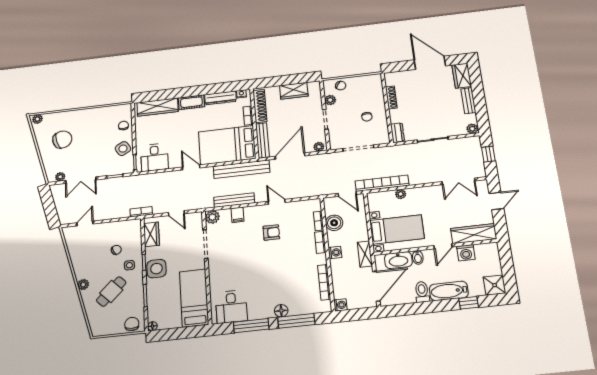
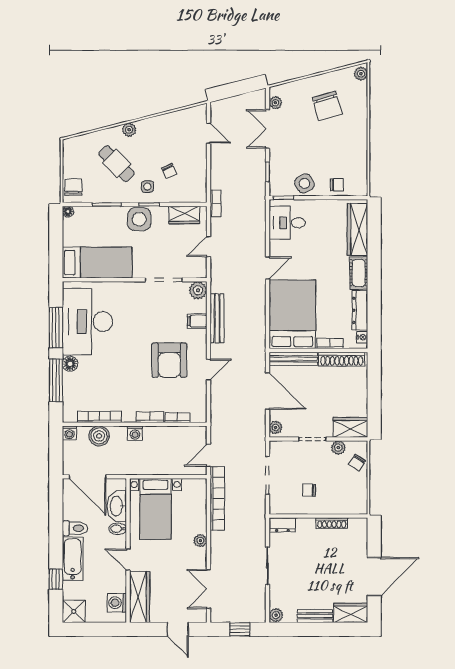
wardrobe: (294, 91) -> (350, 427), moved, turned 90
bench: (241, 169) -> (257, 330), removed
plant: (401, 194) -> (200, 541), moved
boiler: (334, 223) -> (99, 436), moved
armchair: (271, 233) -> (169, 360), width x1.88, depth x1.88
washing machine: (466, 253) -> (117, 603), moved
shelving: (365, 254) -> (129, 468), removed
desk: (231, 307) -> (87, 322), width x1.87, depth x1.30
chair: (132, 324) -> (73, 187), turned -90

